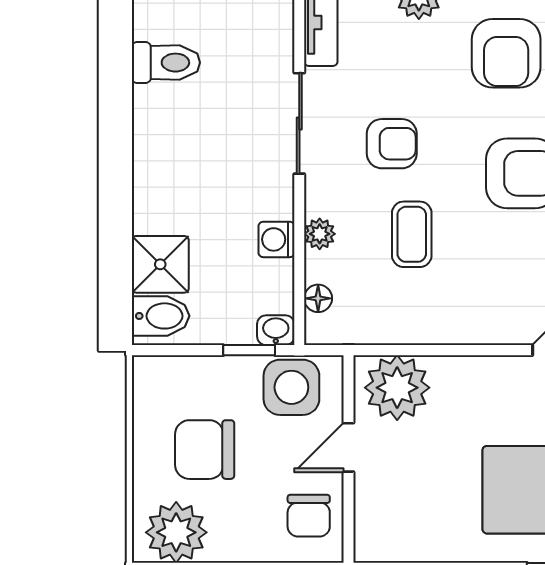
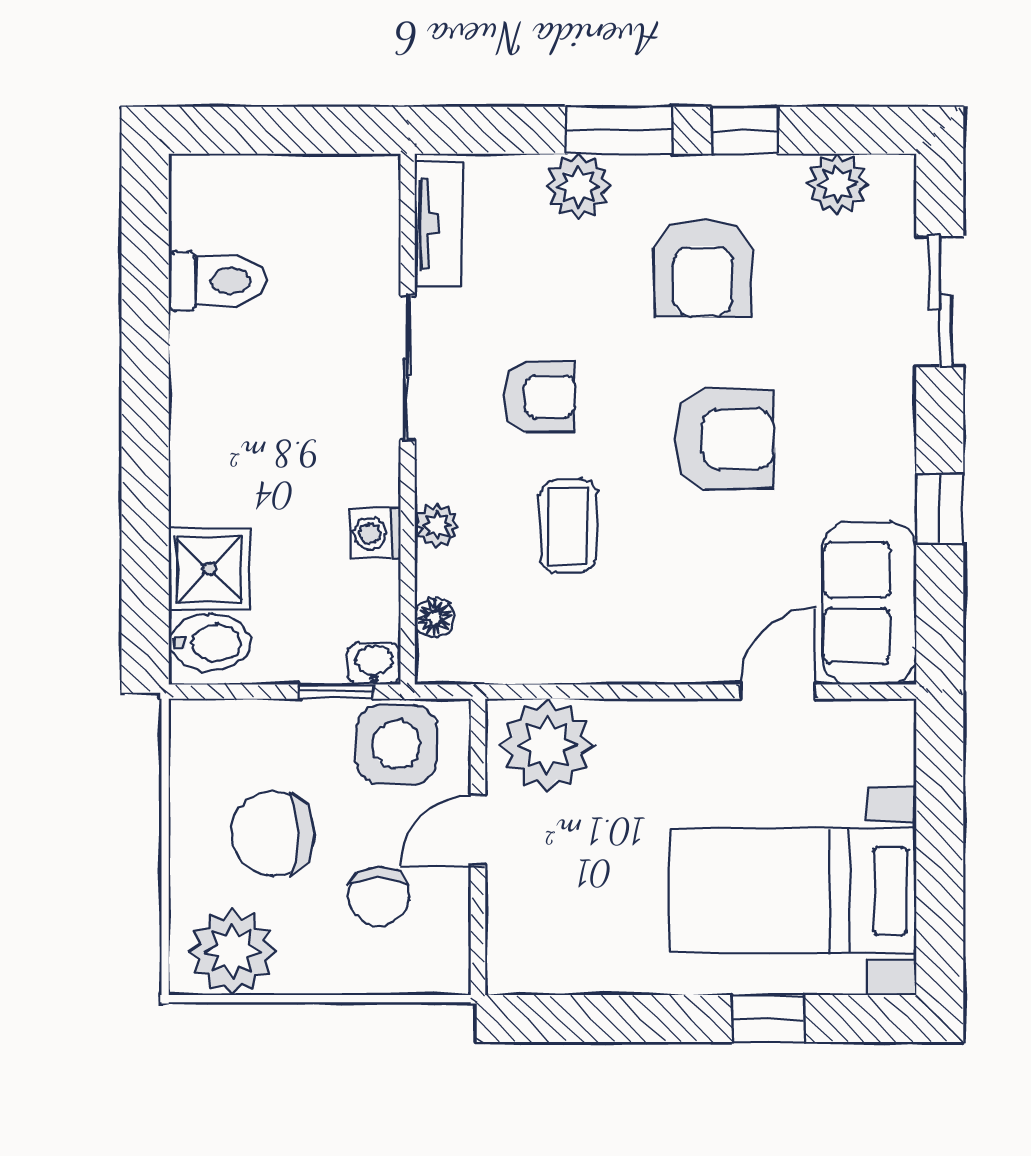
chair: (309, 516) -> (379, 897), moved

